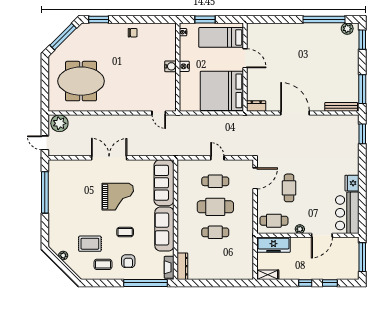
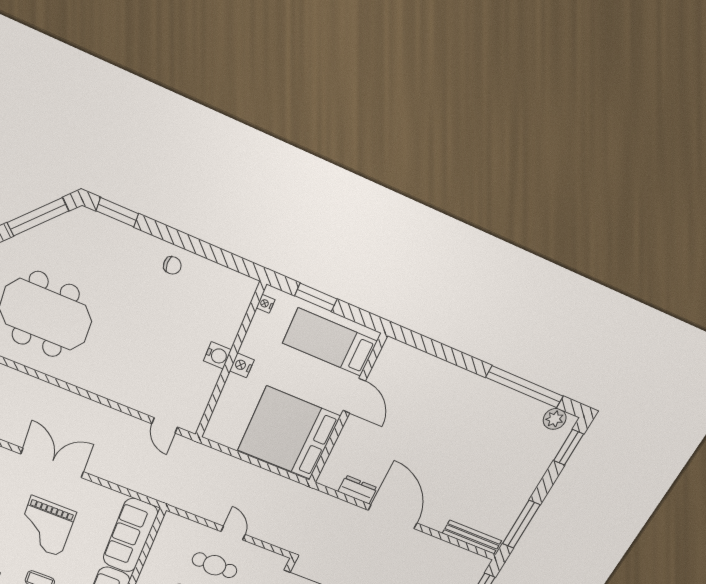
dresser: (256, 106) -> (358, 490), moved
grand piano: (118, 197) -> (46, 526), turned 90

